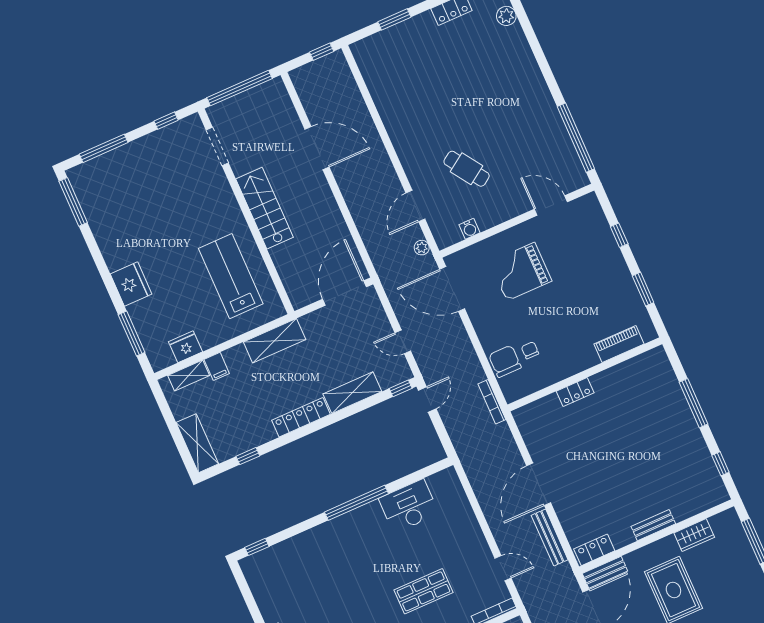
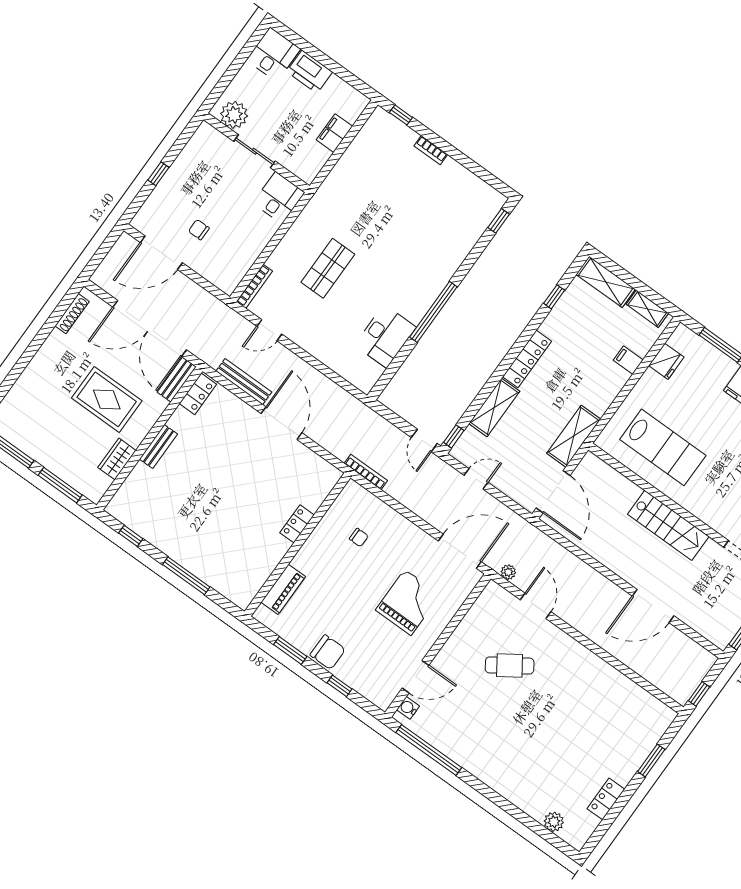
water cooler: (469, 229) -> (408, 708), moved
shelving: (275, 341) -> (574, 436), moved
chair: (505, 361) -> (328, 652), moved
shelving: (189, 376) -> (647, 309), moved, turned 90

